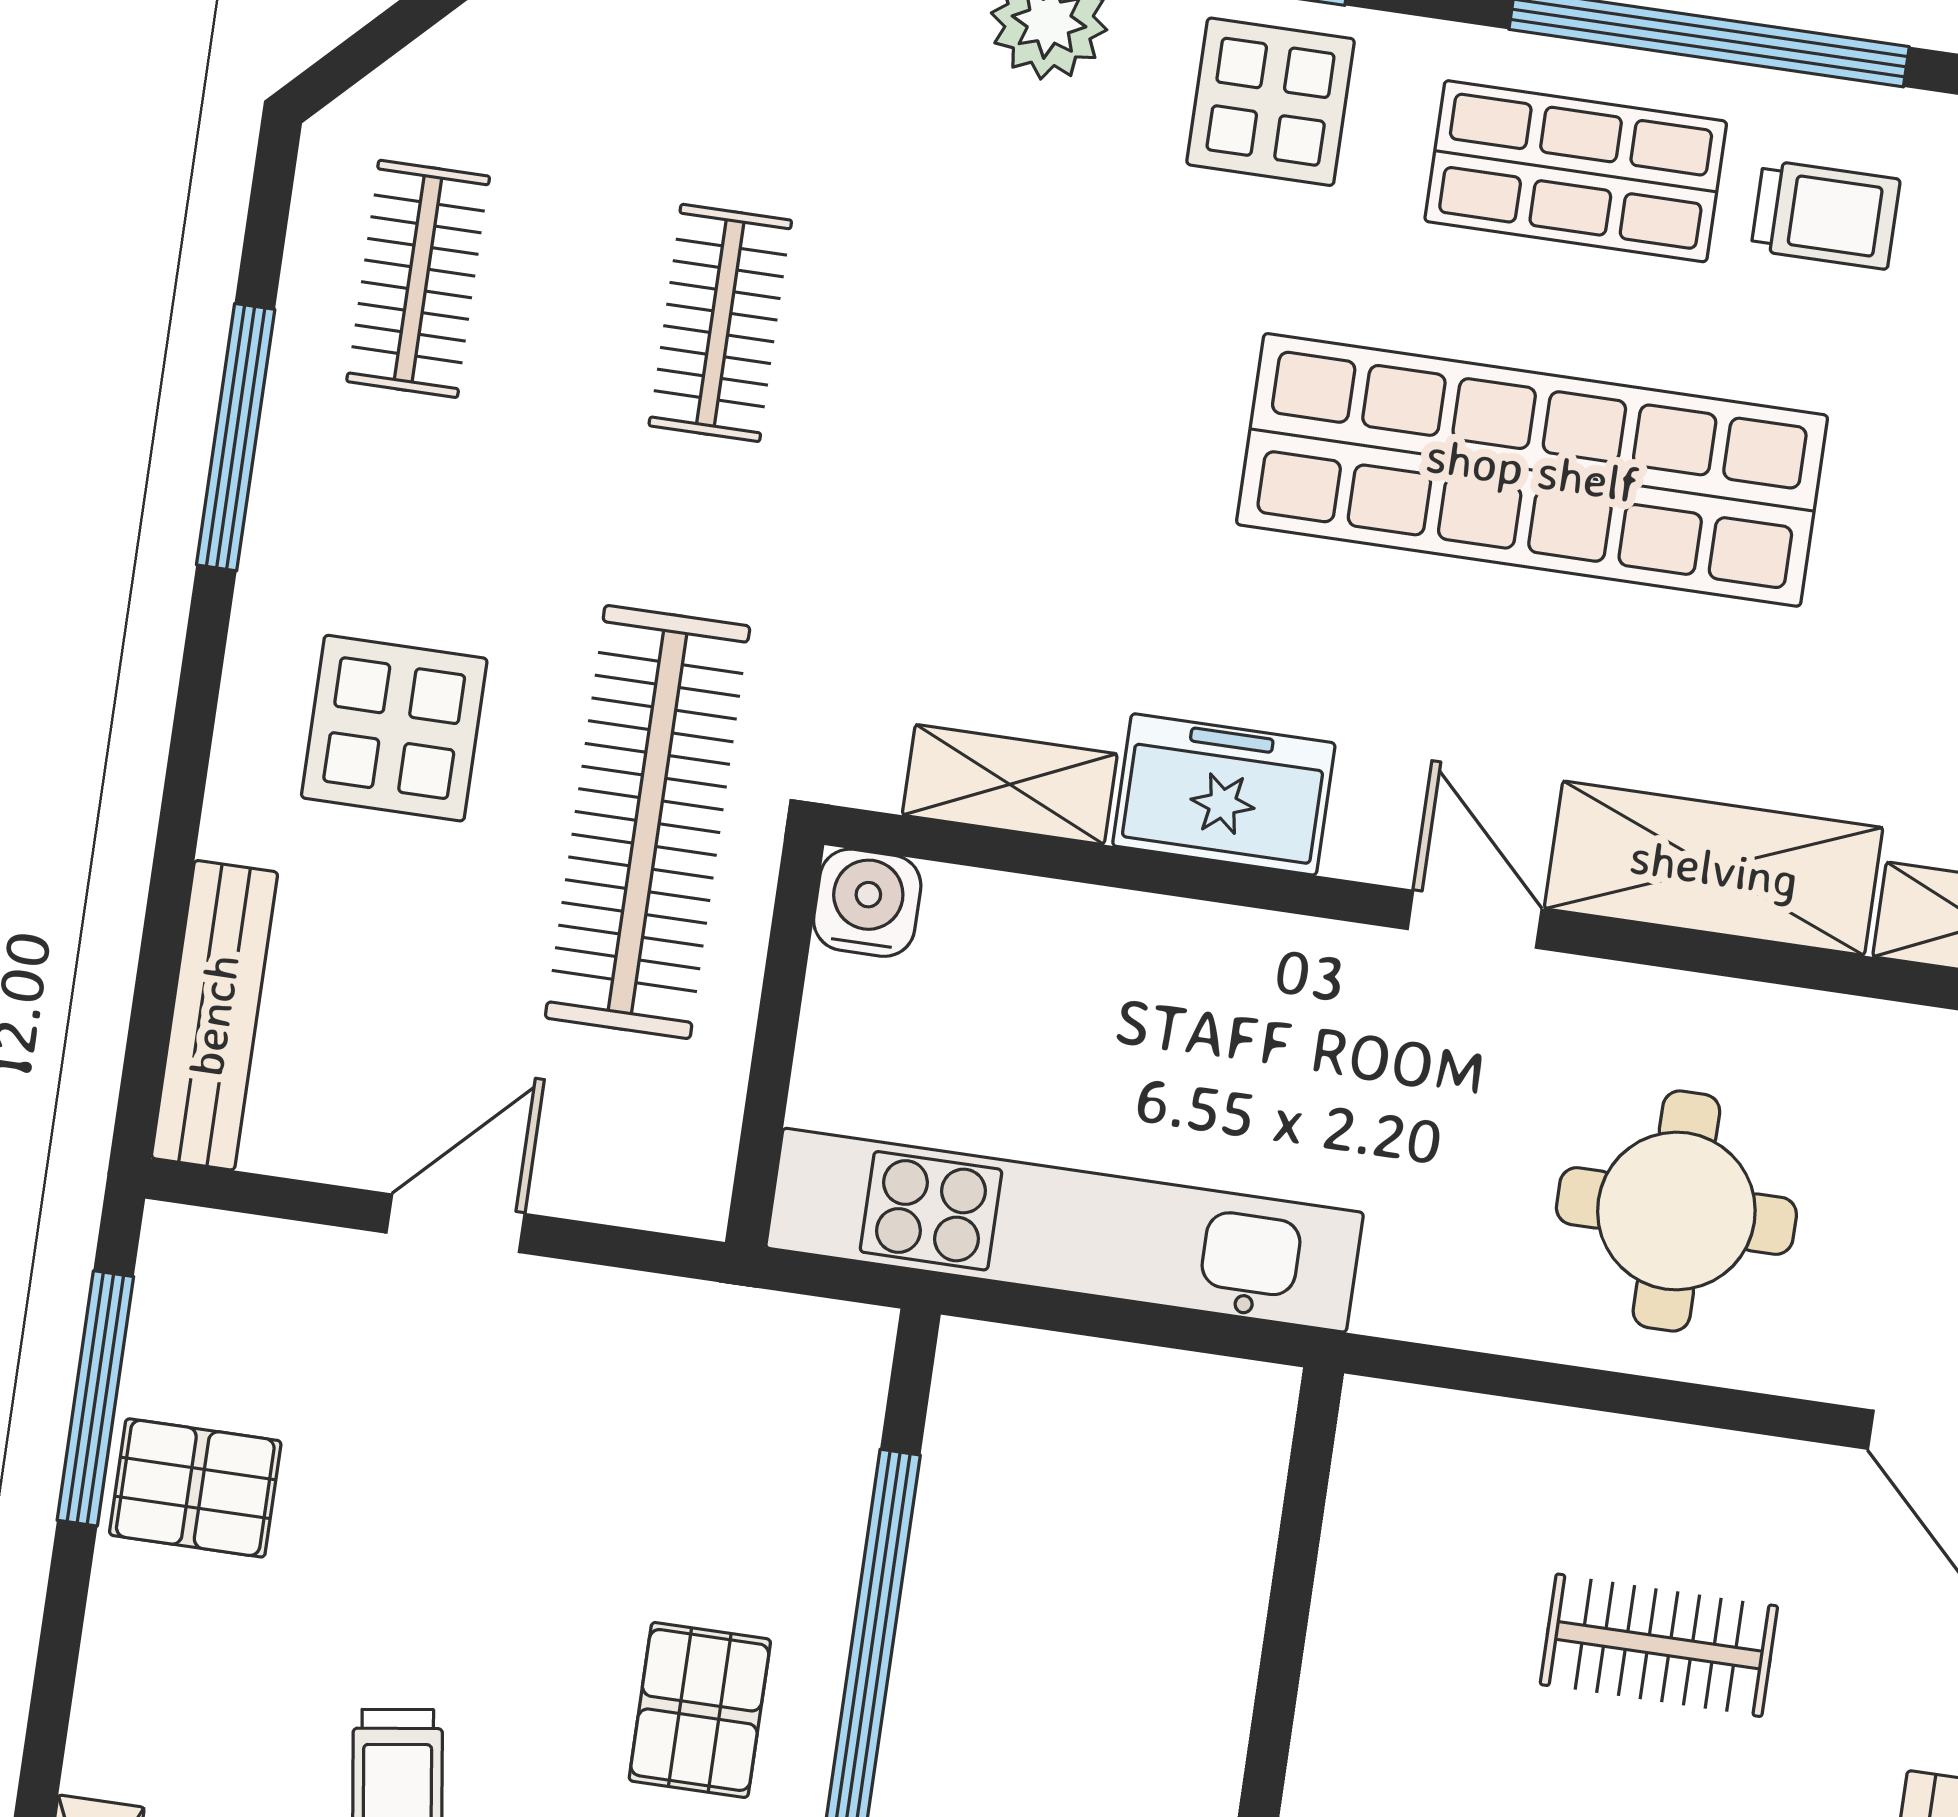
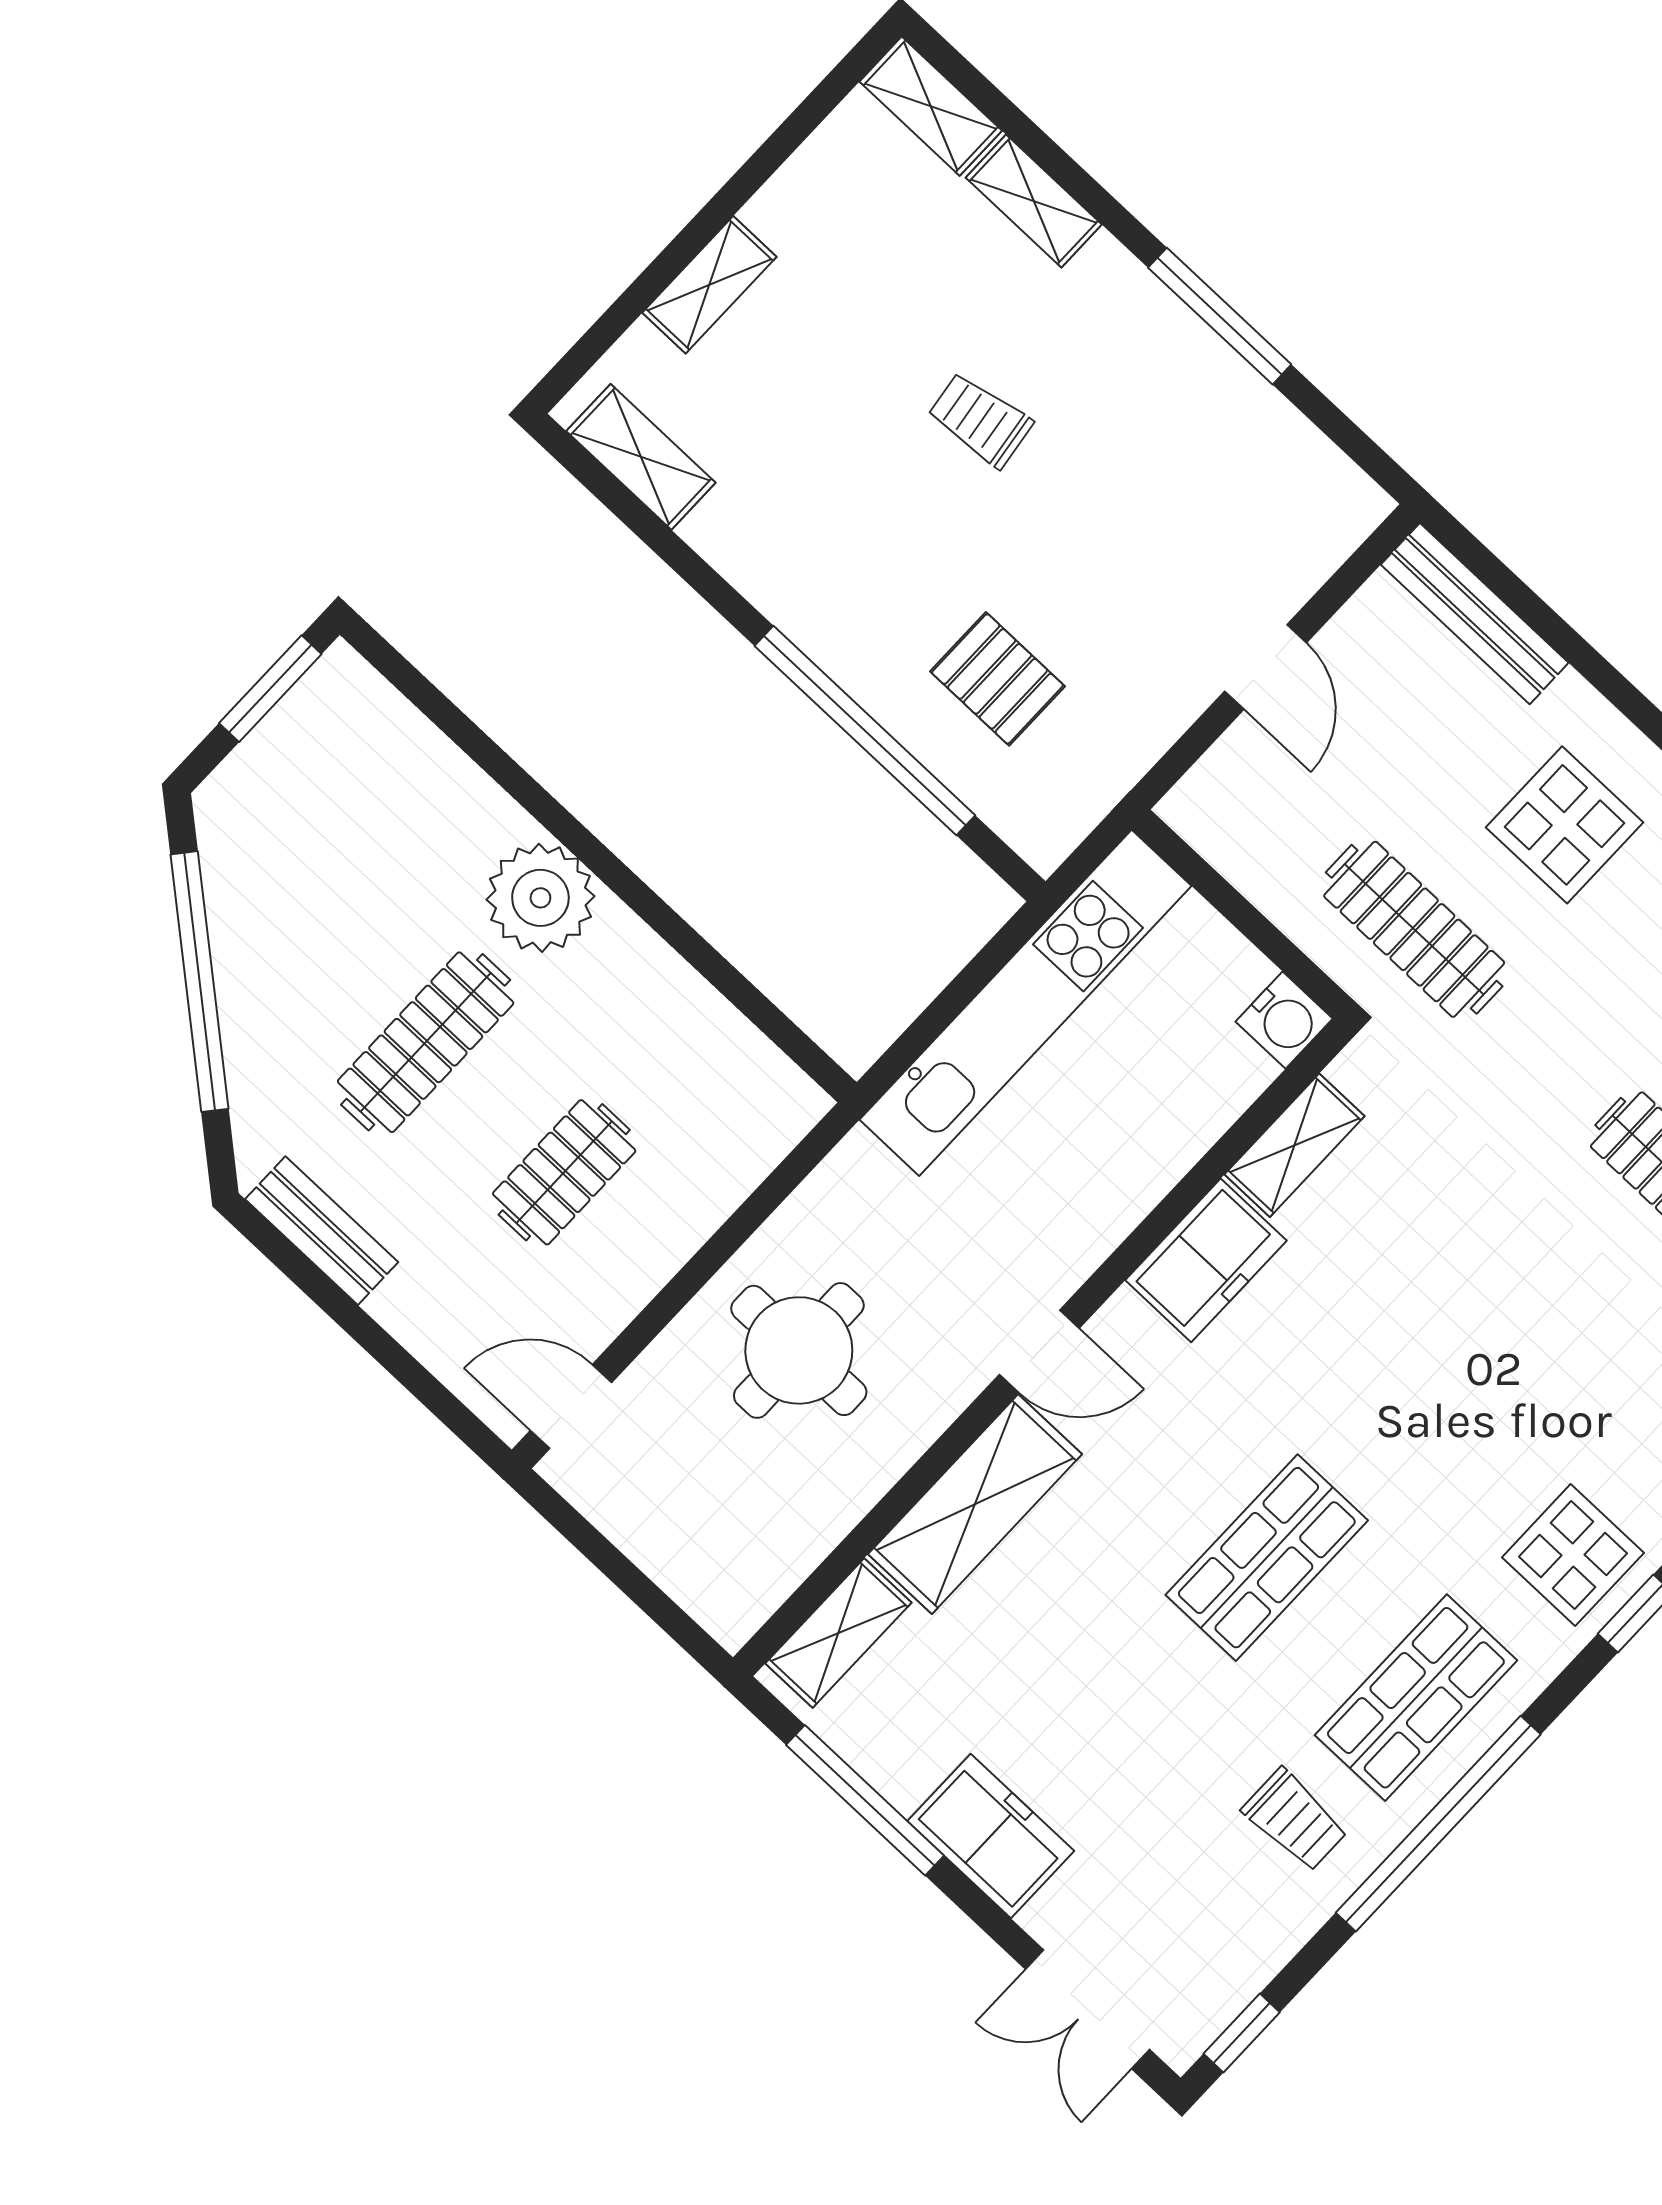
trolley: (1826, 215) -> (1295, 1820), turned -90
shop shelf: (1532, 470) -> (1267, 1558), width x0.50, depth x0.74
clothes rail: (648, 822) -> (1414, 929), width x0.73, depth x0.76
window: (95, 1398) -> (1220, 316), moved
pallet: (195, 1488) -> (1219, 420), removed
pallet: (700, 1710) -> (997, 679), moved

